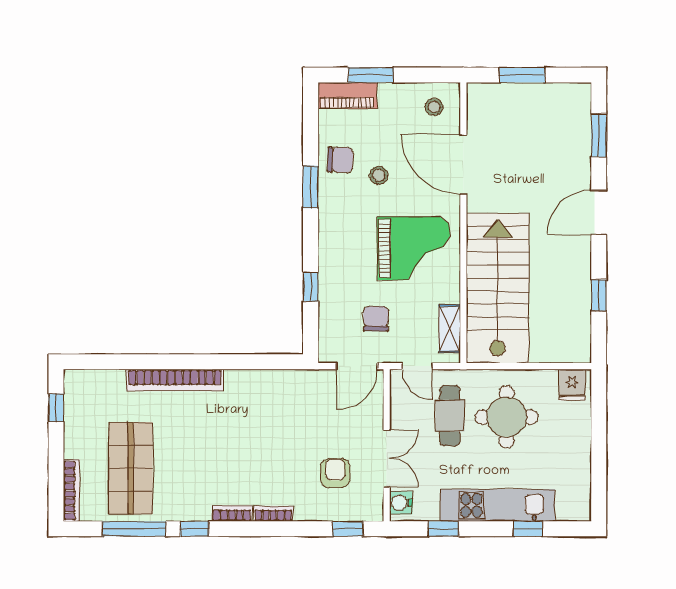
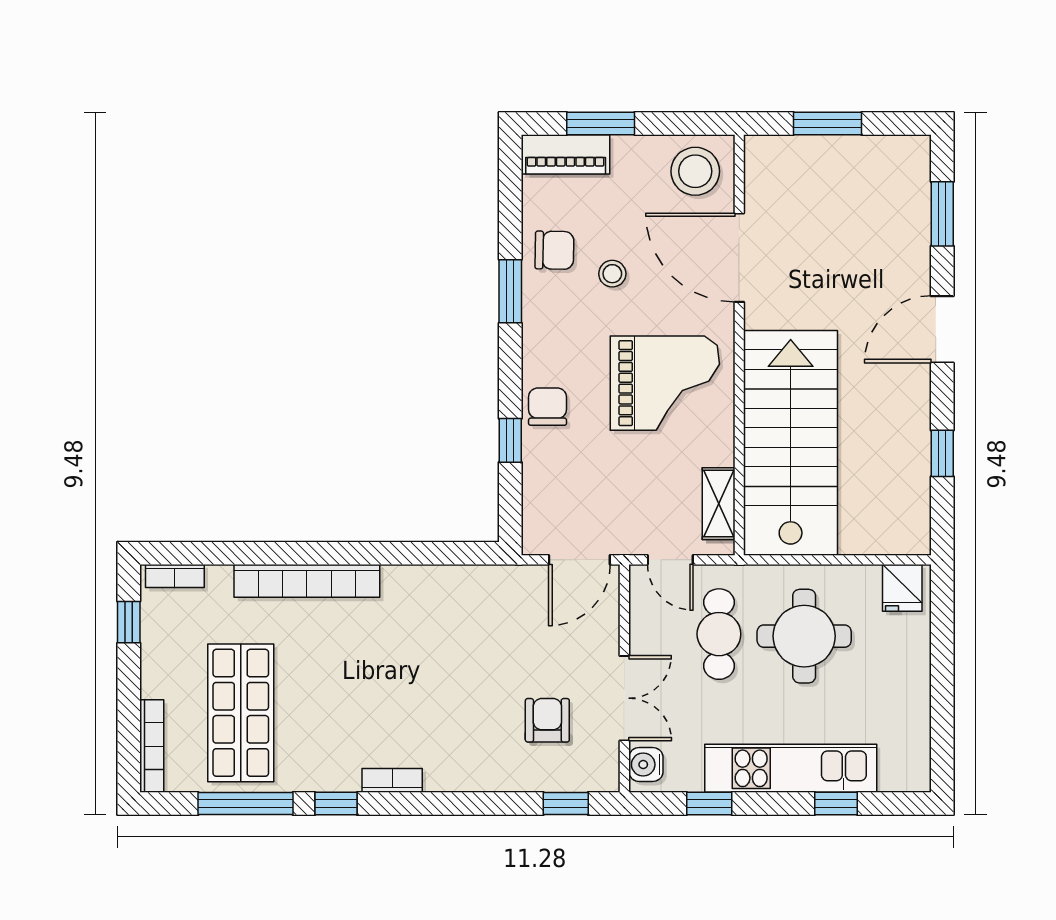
stool: (434, 107) -> (695, 171), width x1.89, depth x1.89
chair: (376, 319) -> (548, 407), moved
bookcase: (273, 514) -> (175, 576), moved, turned 180

